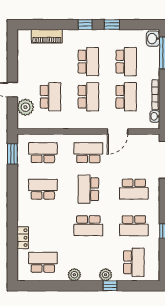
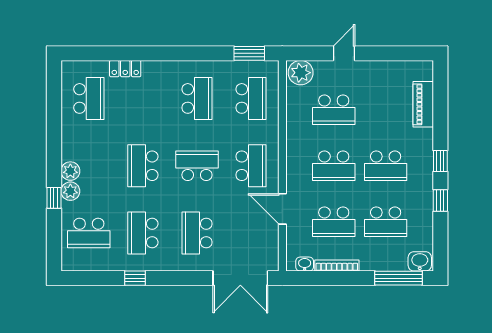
plant: (25, 107) -> (301, 73), moved
plant: (74, 275) -> (70, 171), moved

